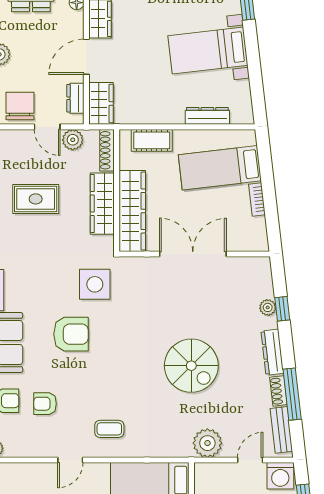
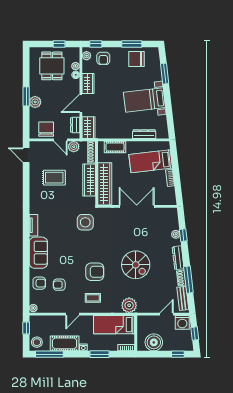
armchair: (71, 334) -> (95, 272), moved
plant: (207, 443) -> (129, 305), moved

